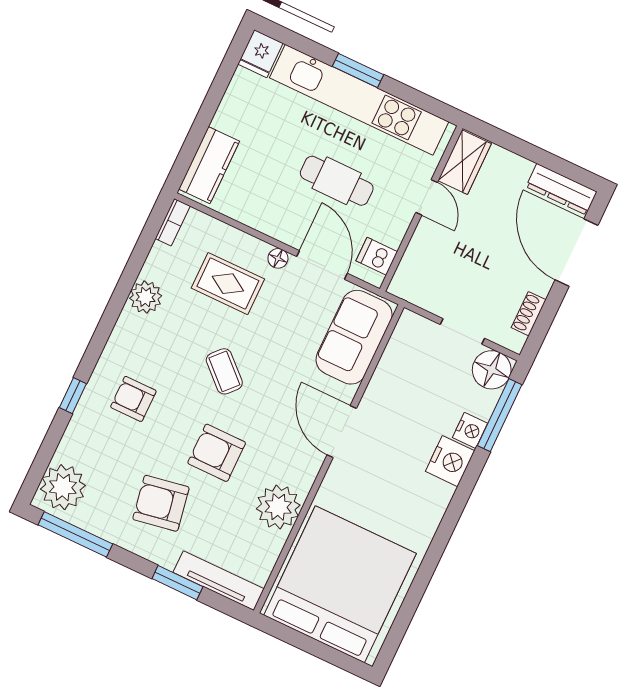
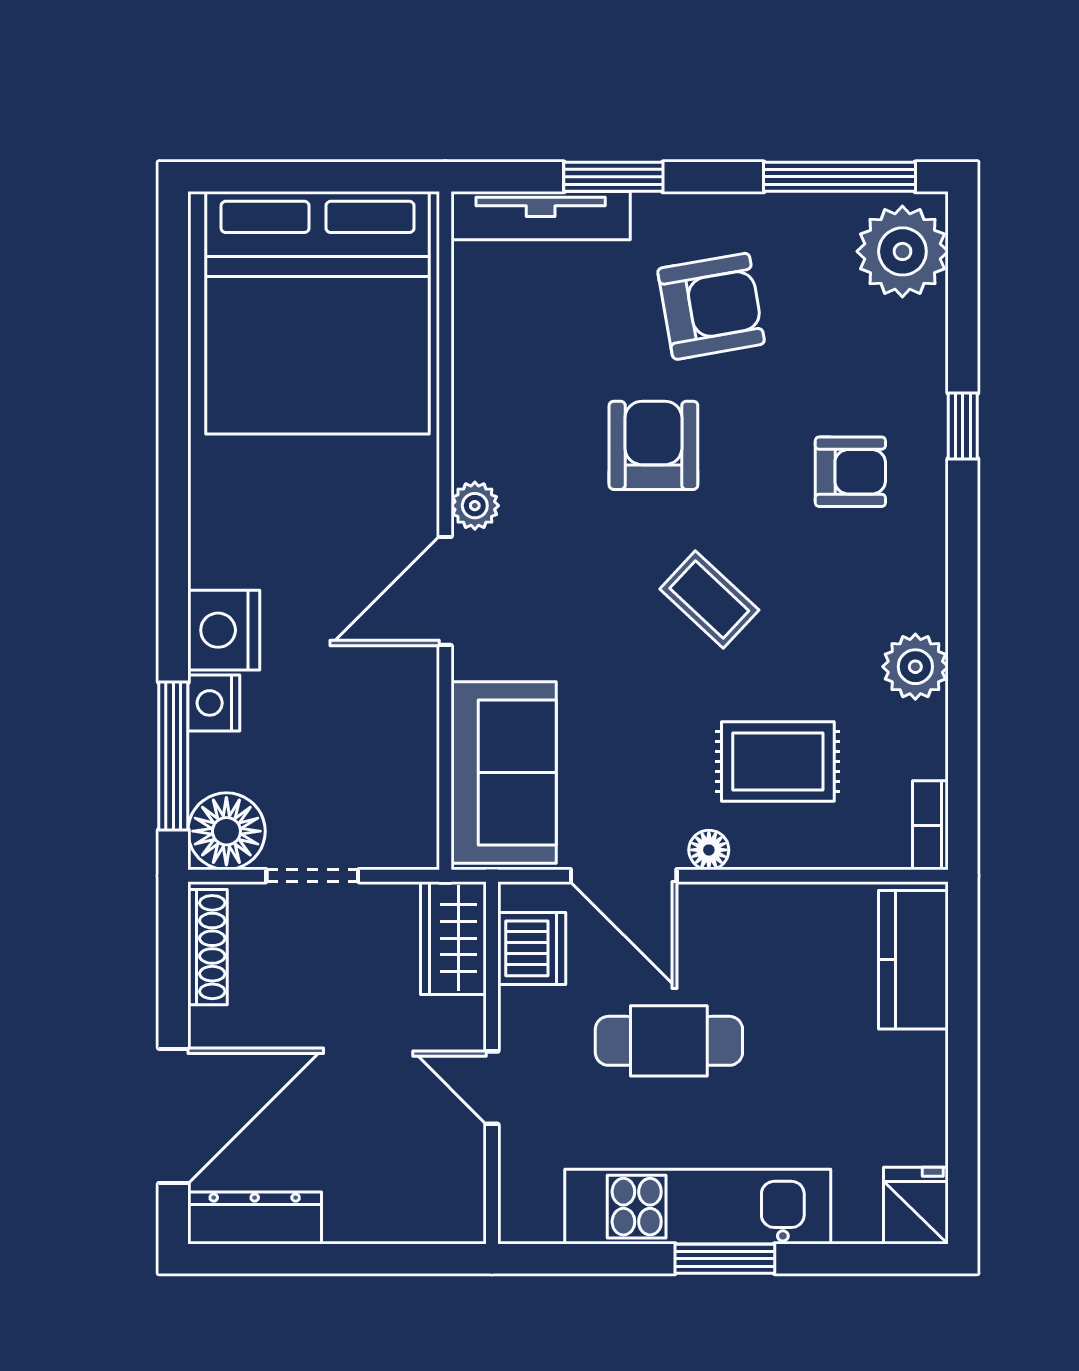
kitchen unit: (359, 100) -> (698, 1207), width x0.73
wardrobe: (465, 162) -> (453, 938), moved
door: (576, 253) -> (173, 1116), hinge flipped
dishwasher: (377, 256) -> (532, 948), width x1.38
shoe rack: (529, 314) -> (208, 947), width x1.43
door: (342, 432) -> (445, 591), swing flipped
armchair: (217, 453) -> (653, 445), turned -90
plant: (278, 507) -> (475, 506), moved, width x0.53, depth x0.53

